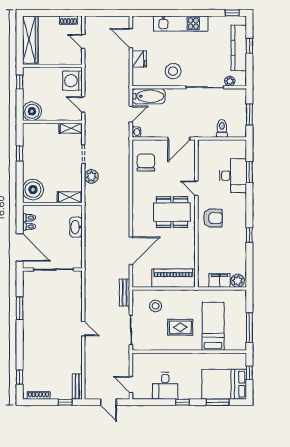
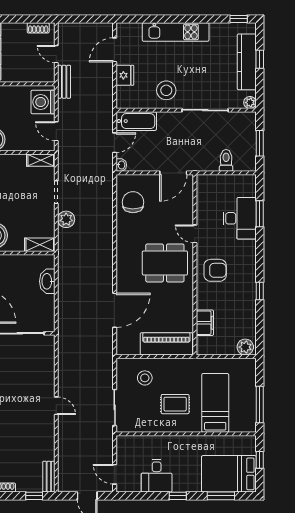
door: (131, 38) -> (115, 50), hinge flipped
plant: (230, 81) -> (250, 103), moved
filing cabinet: (220, 280) -> (205, 323), moved, turned 90
bench: (125, 293) -> (64, 82), moved

